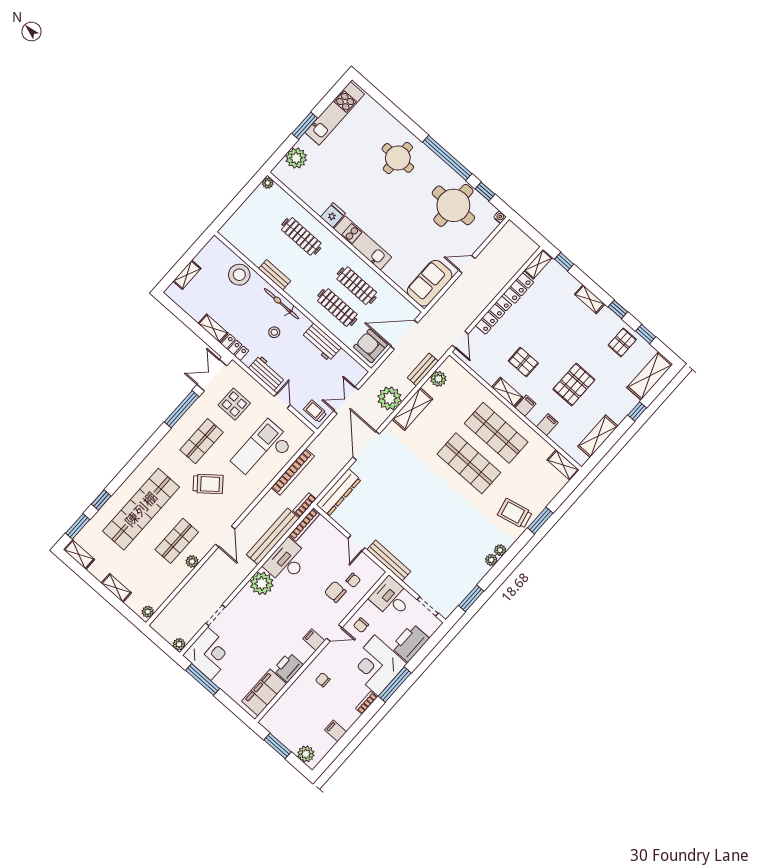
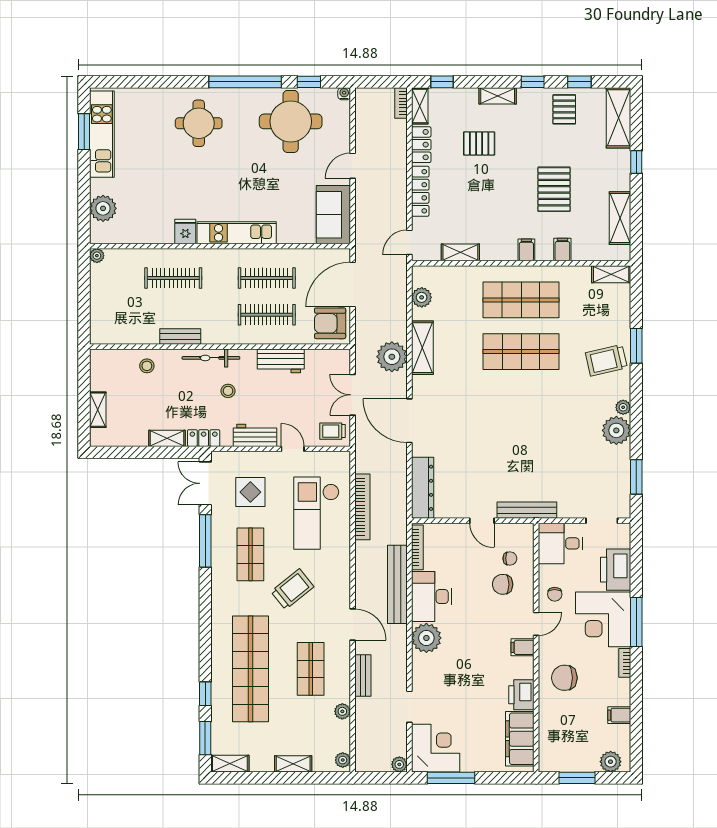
window: (305, 126) -> (84, 132), moved
stool: (239, 275) -> (147, 366), width x0.53, depth x0.53
door: (460, 340) -> (409, 242), swing flipped
pallet: (523, 362) -> (479, 143), moved
bench: (423, 369) -> (363, 675), moved
shelving: (507, 392) -> (460, 252), moved
bookcase: (304, 505) -> (401, 103), moved
plant: (491, 560) -> (616, 430), width x1.87, depth x1.87
plant: (192, 561) -> (342, 711), moved
chair: (323, 680) -> (564, 678), width x1.87, depth x1.87

